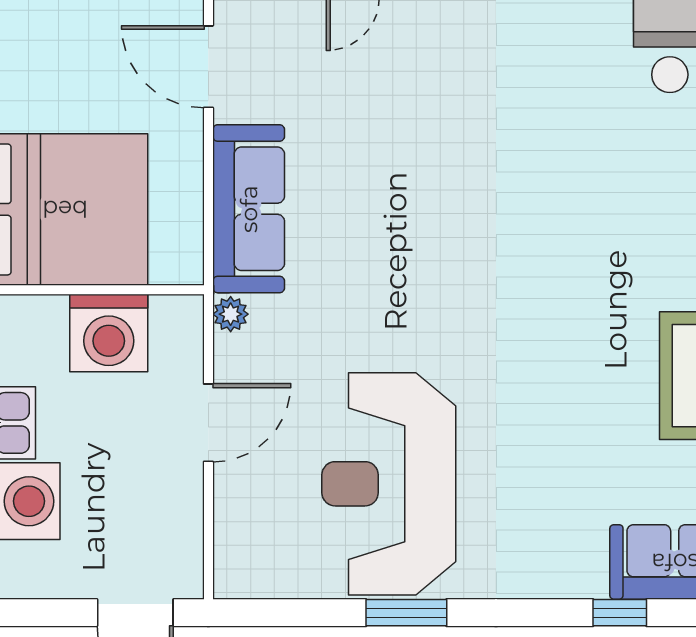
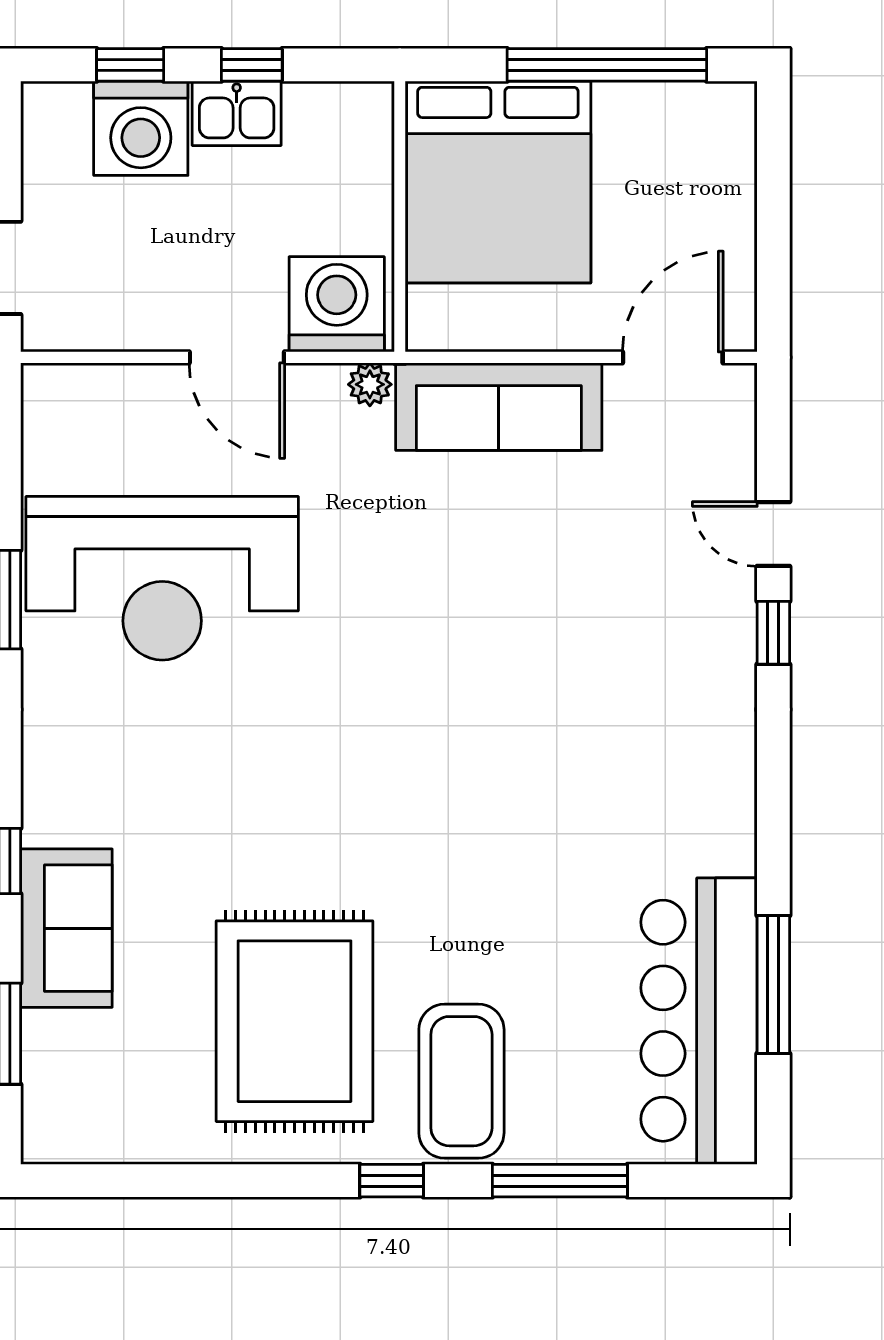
washing machine: (109, 333) -> (337, 304), moved, turned 90
reception desk: (389, 484) -> (162, 578), turned 180

